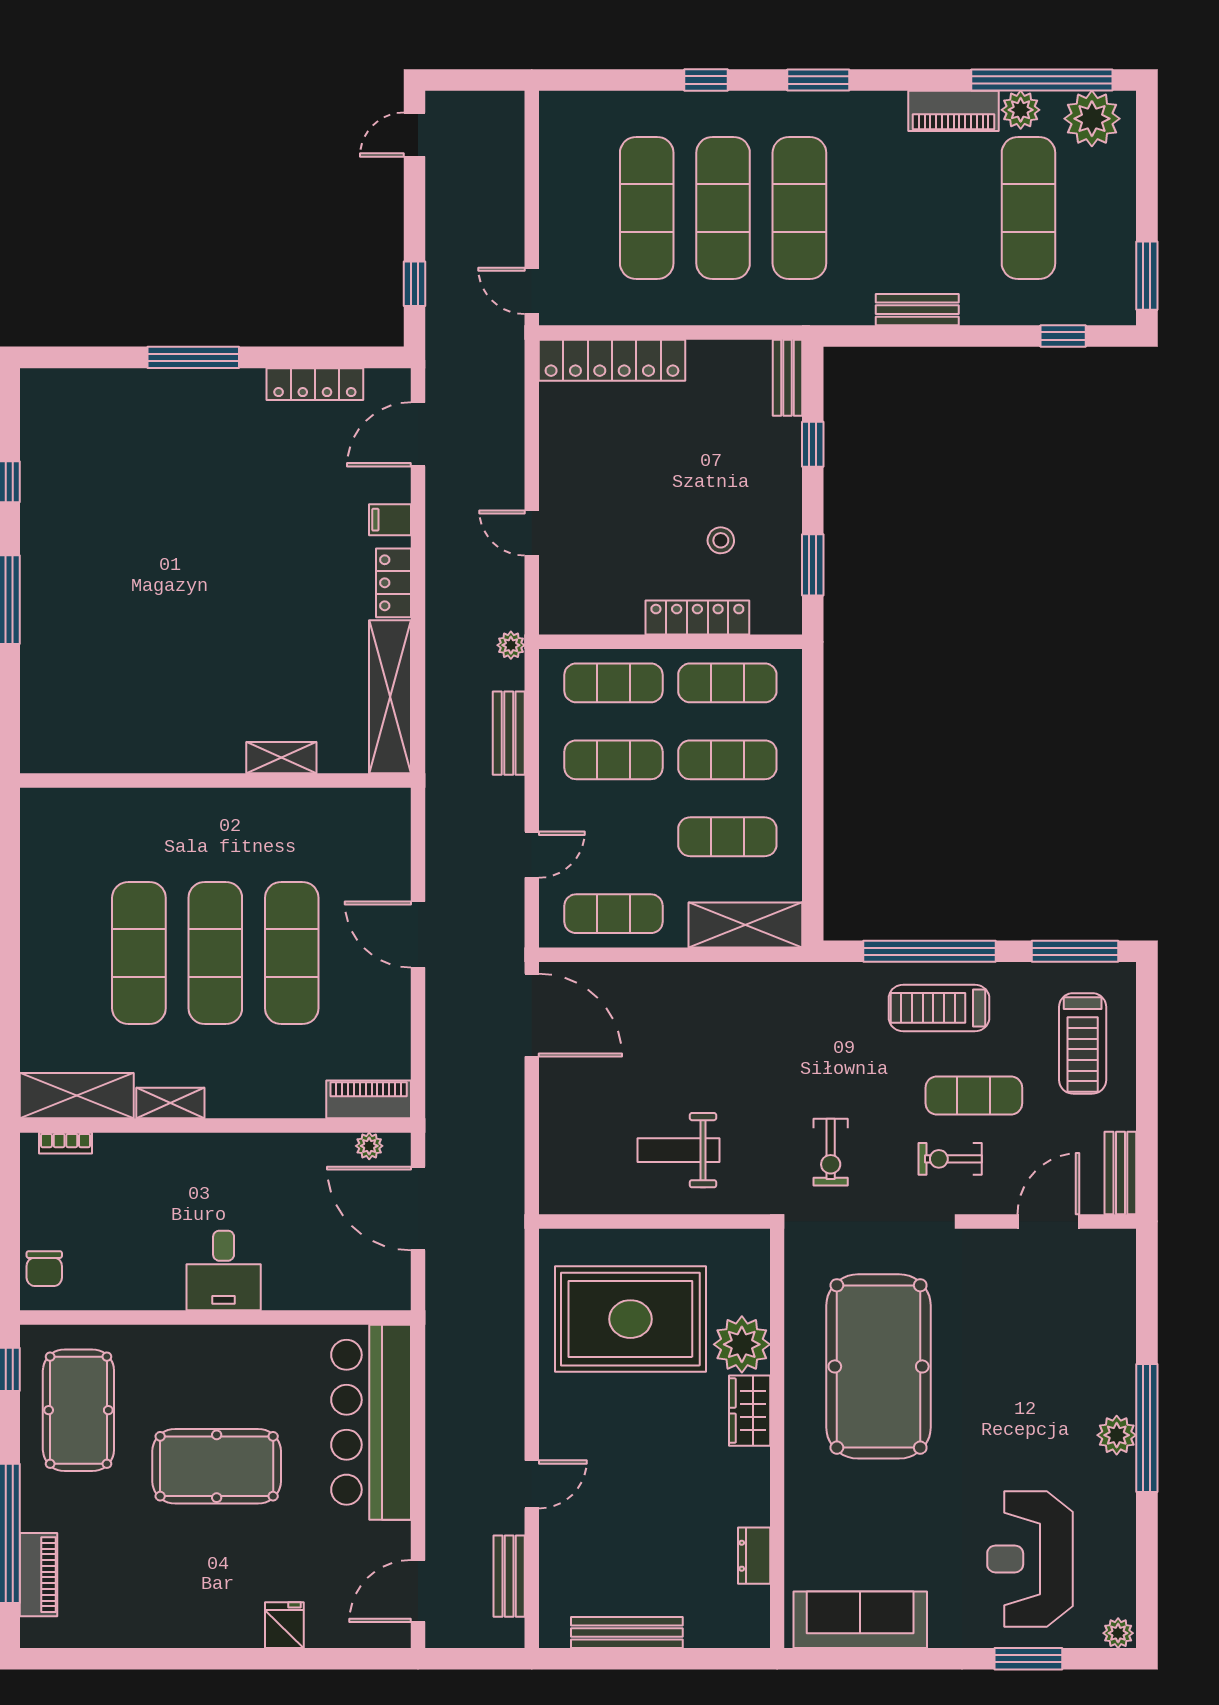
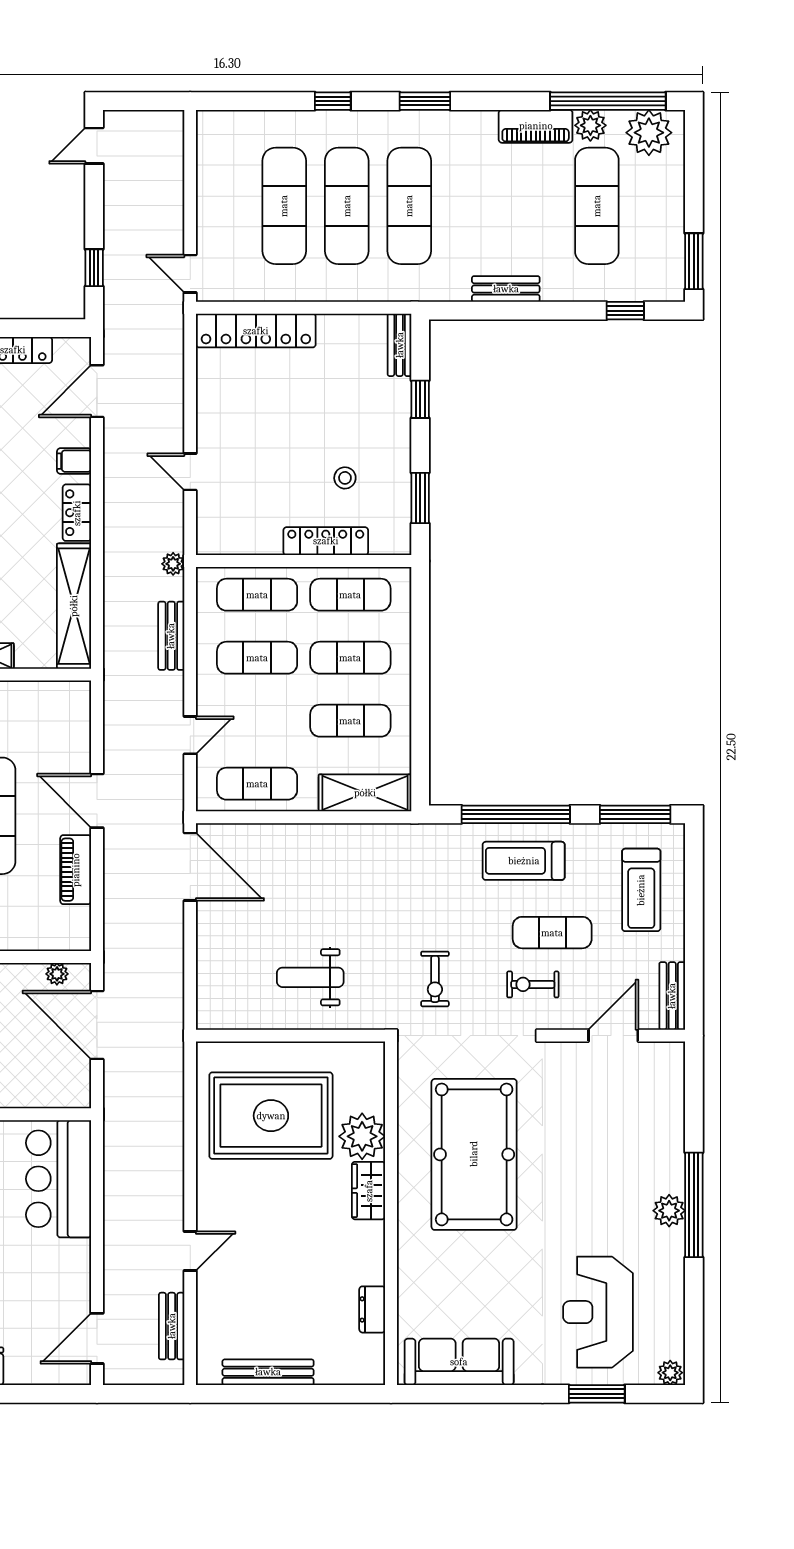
piano: (369, 1099) -> (76, 870), moved, turned -90
bar counter: (371, 1422) -> (59, 1179), width x0.73

